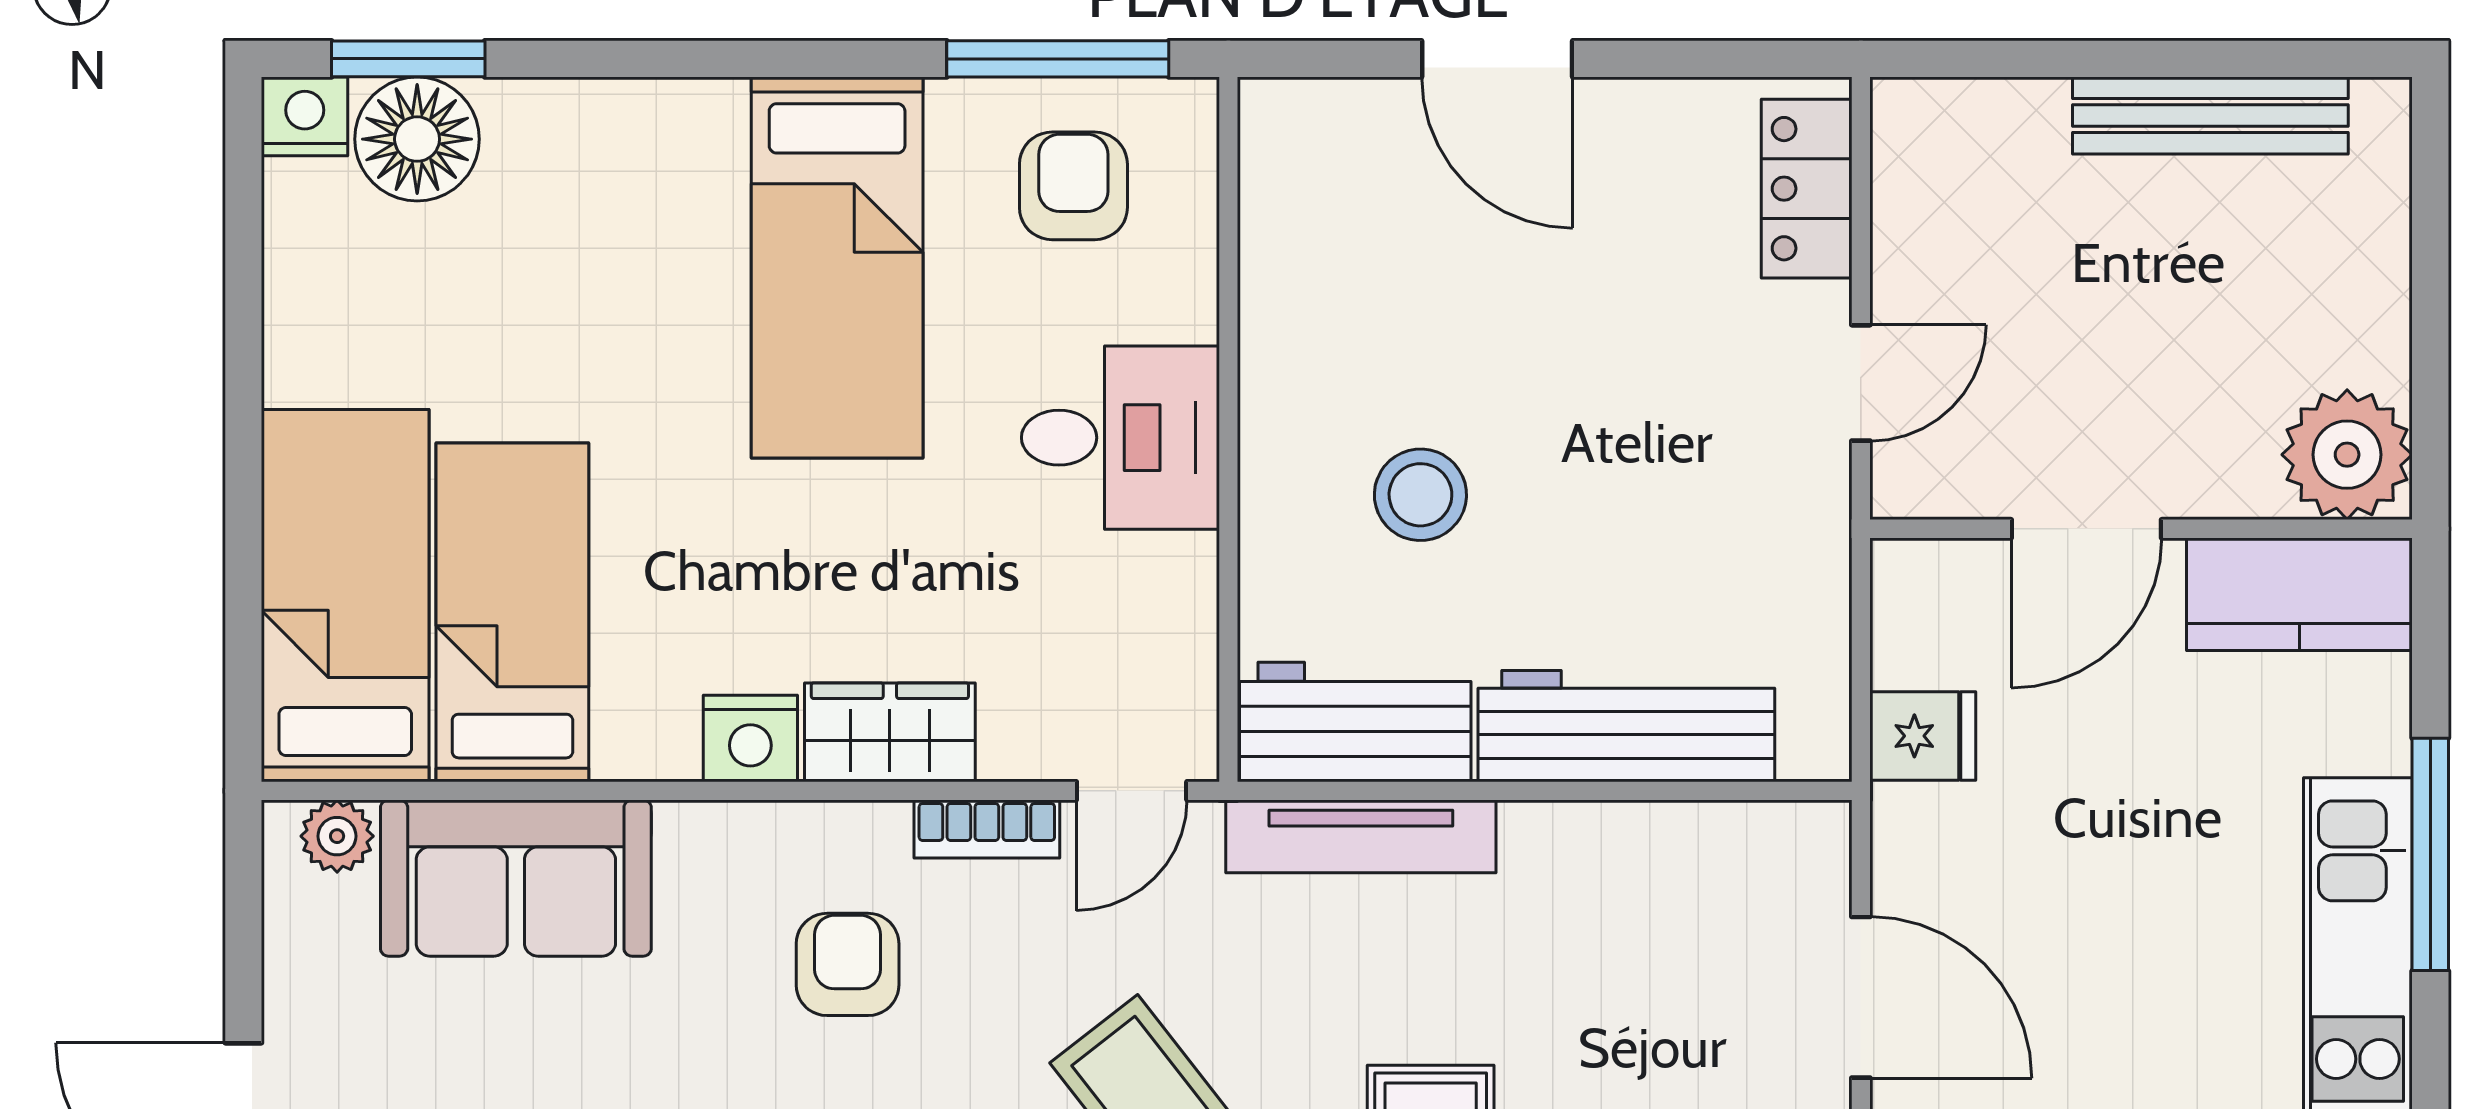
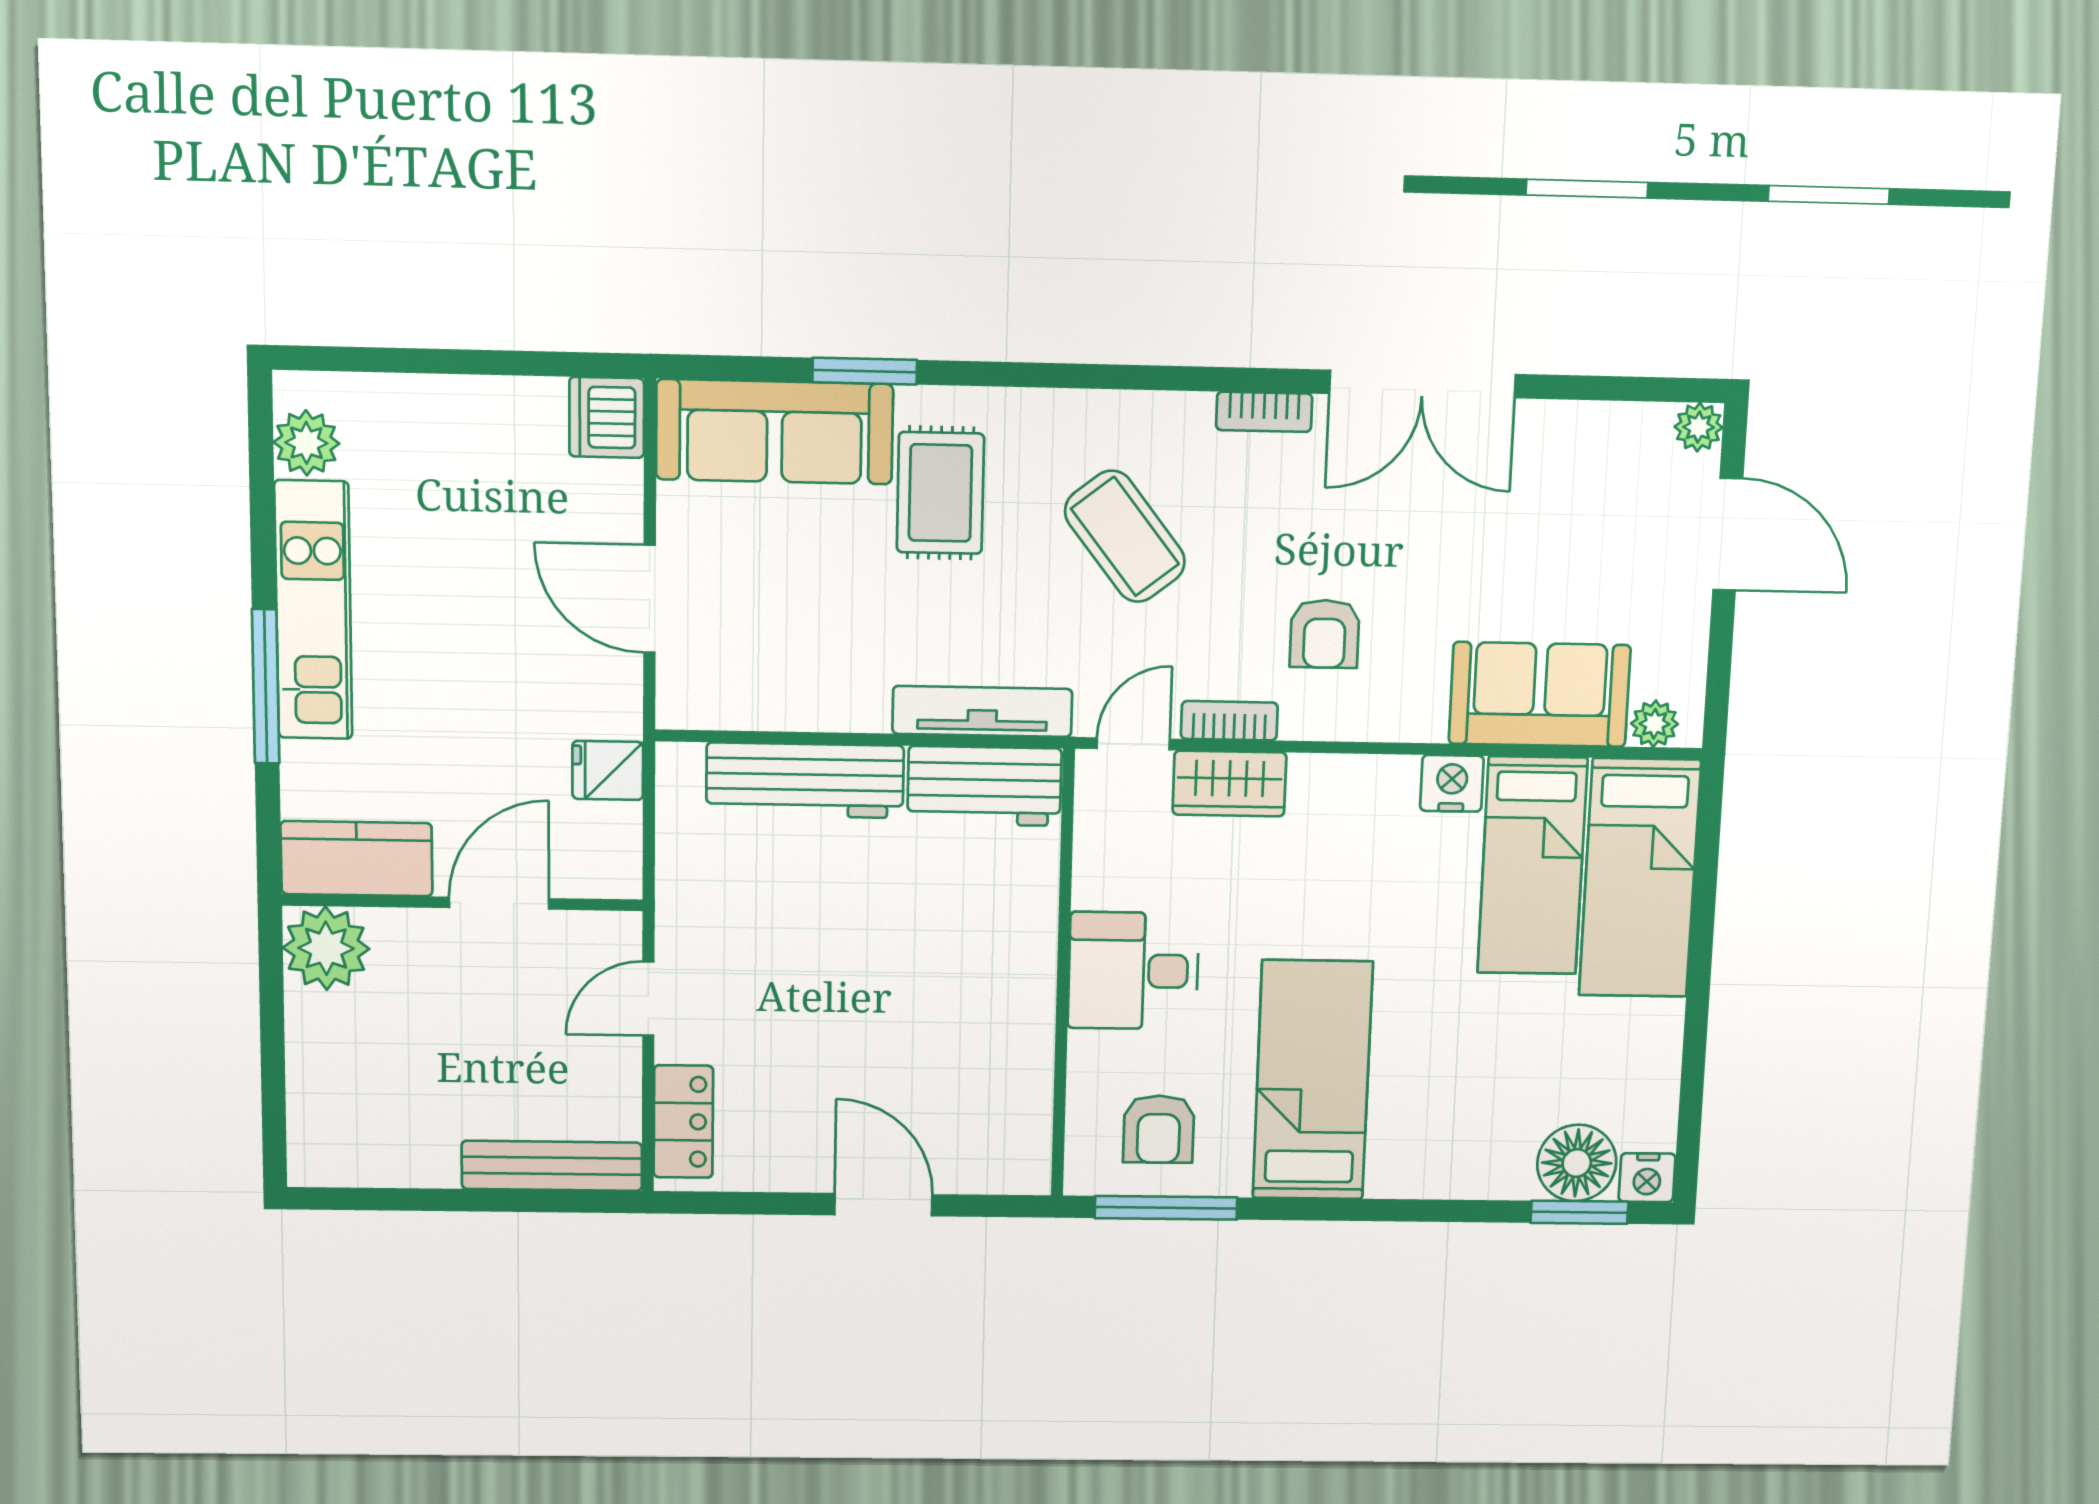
bench: (2210, 116) -> (552, 1166), moved
stool: (1420, 495) -> (938, 932), removed
wardrobe: (890, 732) -> (1229, 784), moved
nightstand: (750, 739) -> (1452, 783), moved

